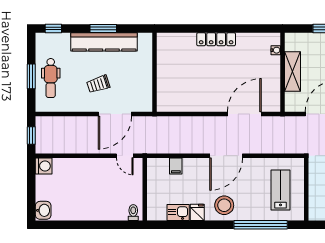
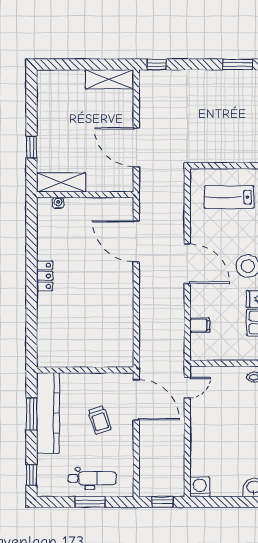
locker: (216, 39) -> (45, 276), width x0.66
wall: (154, 72) -> (85, 370), moved
shelving: (293, 72) -> (61, 182), moved

